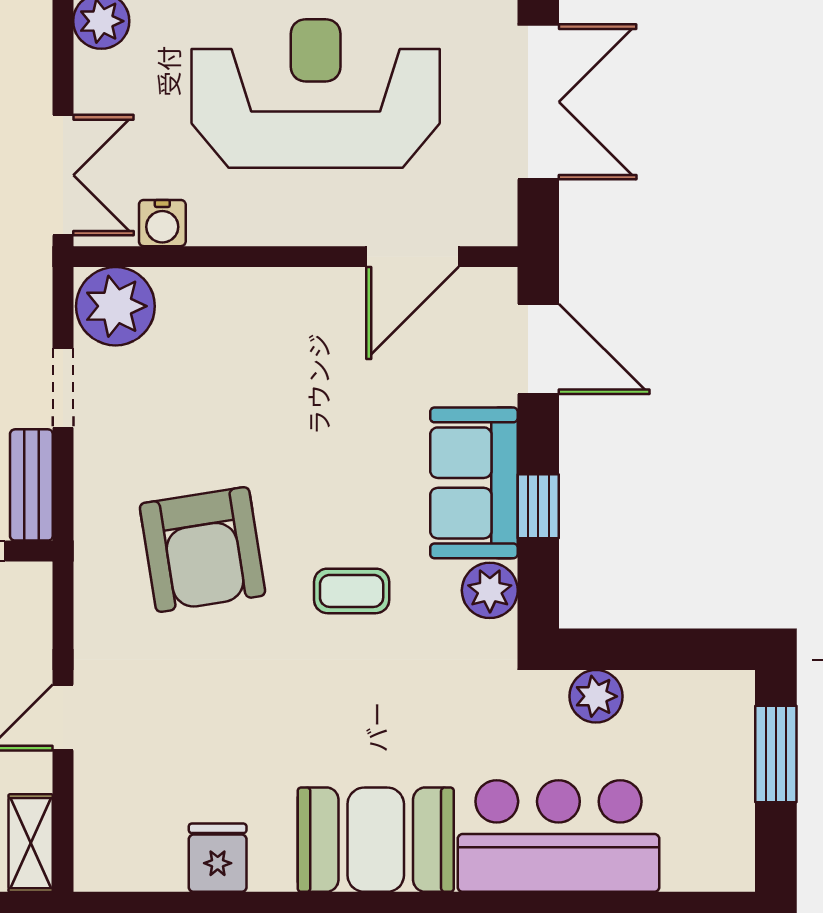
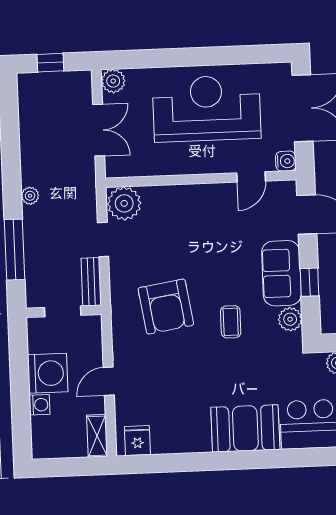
double door: (63, 175) -> (99, 130), moved
water cooler: (162, 223) -> (286, 161), moved, turned -90
door: (412, 257) -> (251, 177), width x0.73
coffee table: (352, 591) -> (231, 322), turned 90
fridge: (218, 858) -> (137, 440), moved

